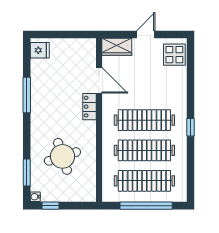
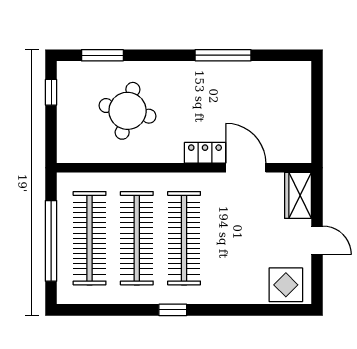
fridge: (40, 50) -> (293, 76), removed
door: (99, 80) -> (246, 168), swing flipped
round table: (62, 156) -> (128, 111), turned 32
water cooler: (35, 197) -> (65, 68), removed

